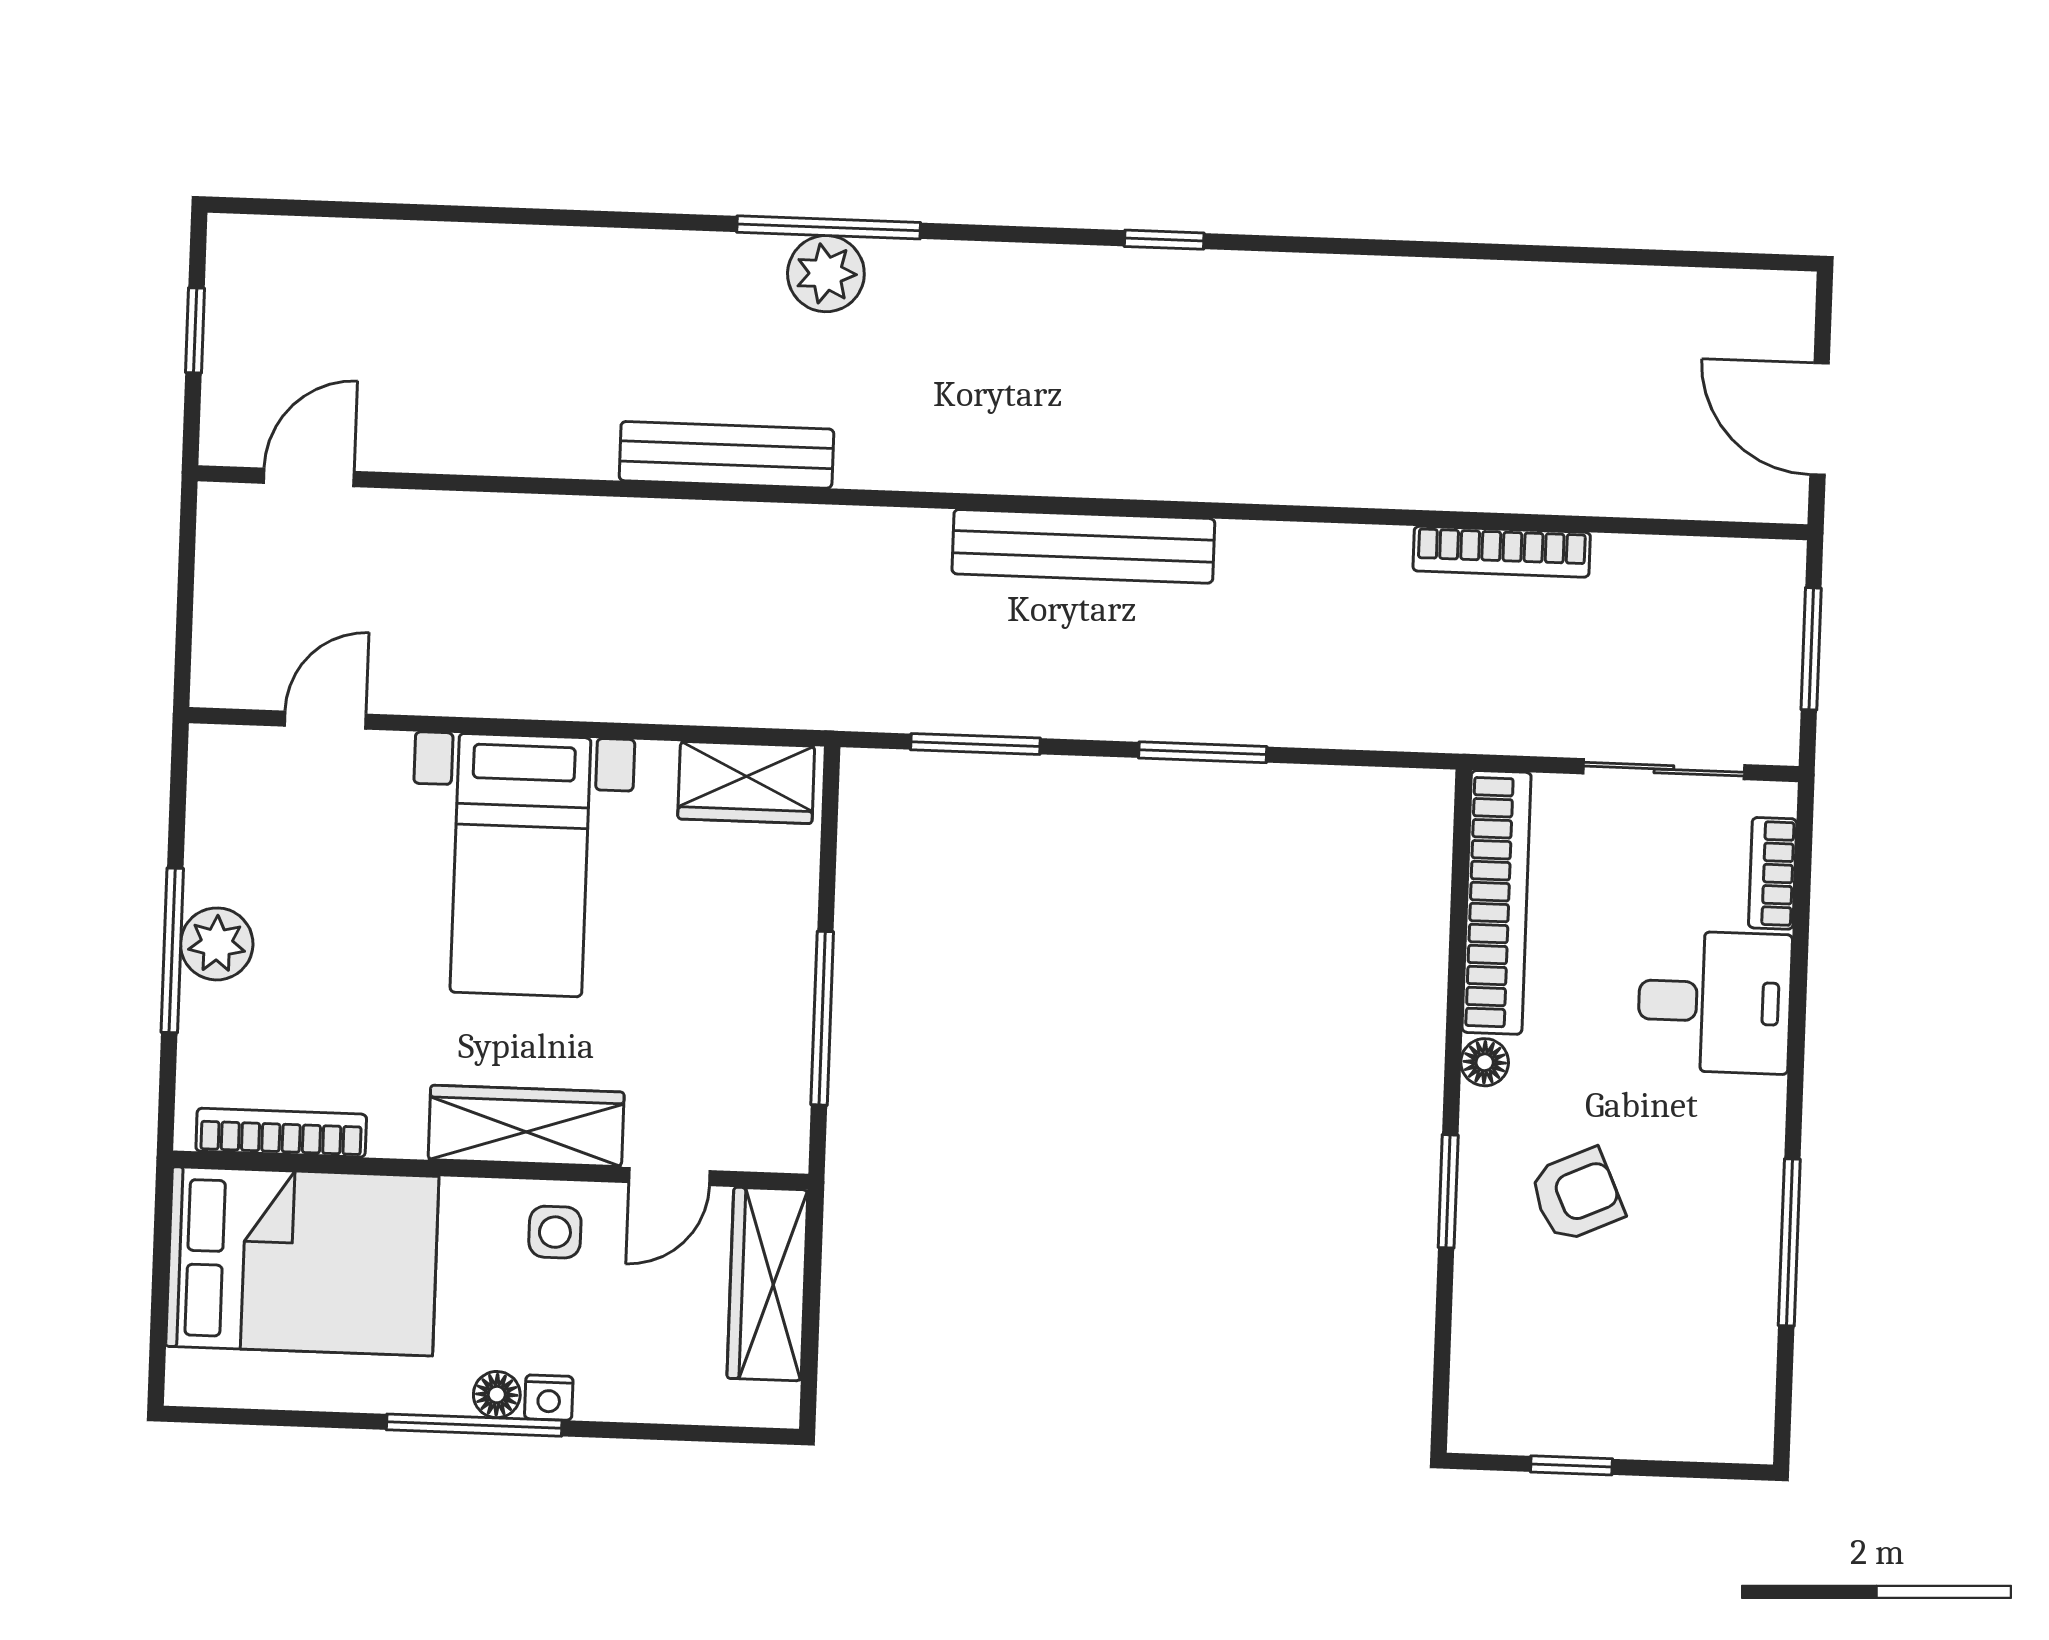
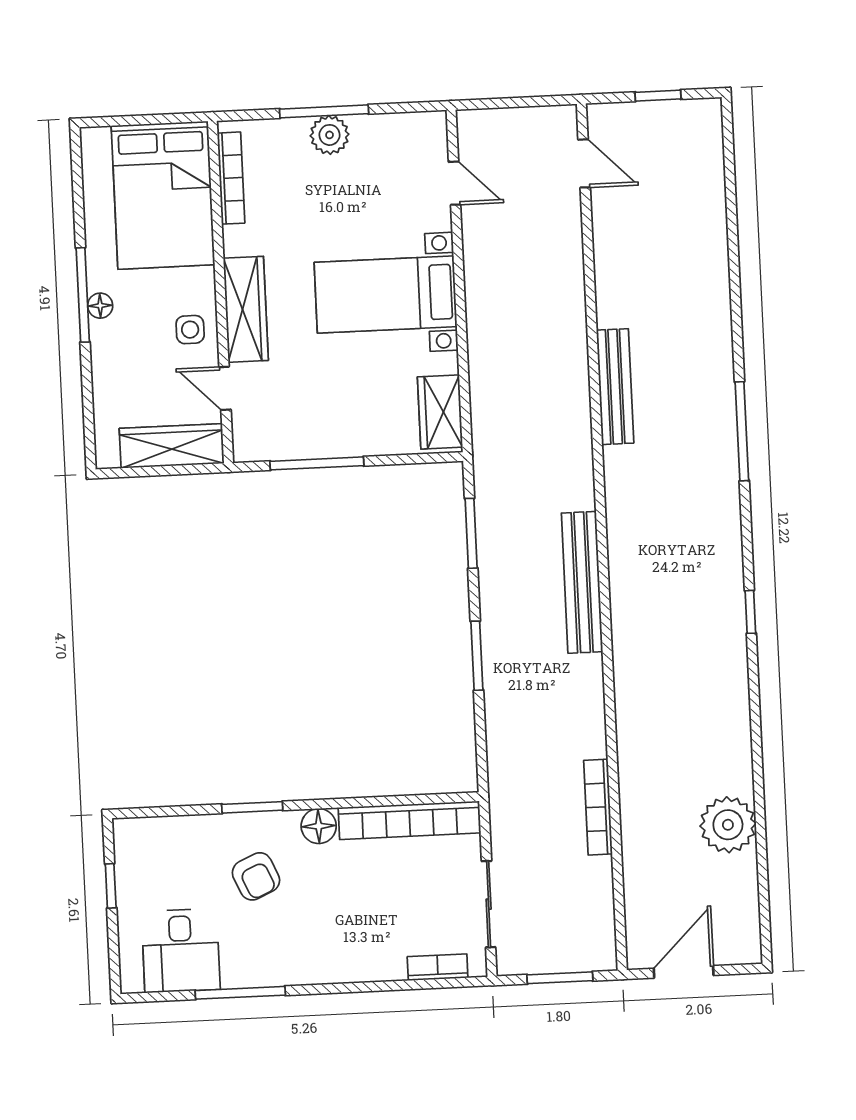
plant: (826, 274) -> (728, 825), moved, width x1.36, depth x1.36
desk: (1715, 1002) -> (181, 951), moved
floor lamp: (1485, 1062) -> (319, 826), width x1.37, depth x1.37
nightstand: (549, 1398) -> (101, 334), removed

